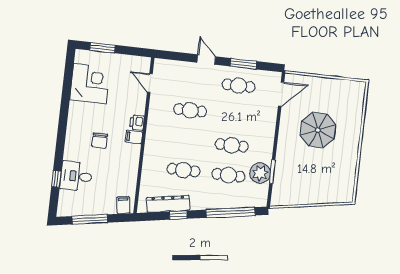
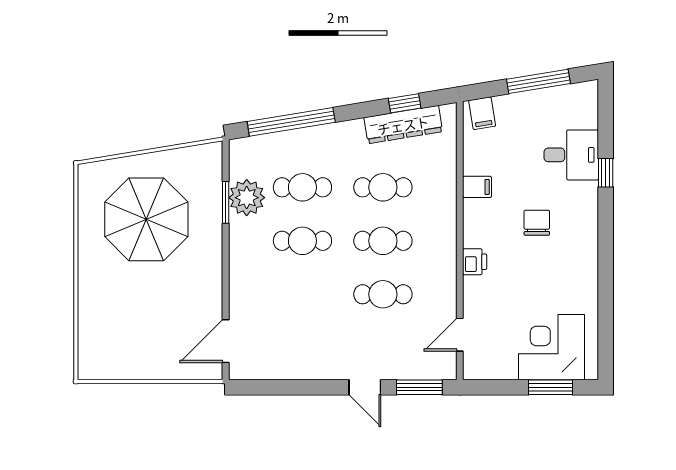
window: (243, 64) -> (419, 387), moved
door: (150, 83) -> (460, 335), swing flipped
corner desk: (90, 84) -> (551, 347), moved, turned 90
cafe table: (239, 86) -> (383, 241), moved
parasol: (318, 130) -> (146, 219), moved, width x1.36, depth x1.36
filing cabinet: (134, 137) -> (477, 187), moved
window: (56, 179) -> (606, 173), moved
window: (178, 215) -> (405, 103), moved

